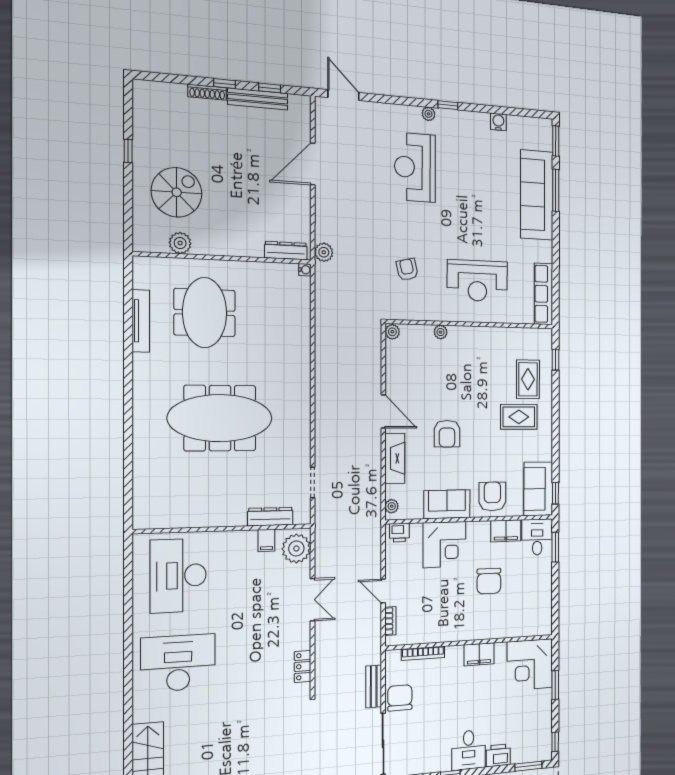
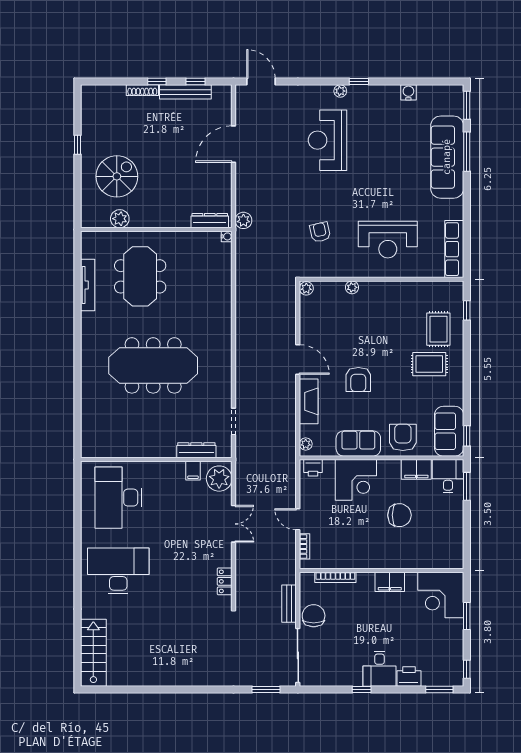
chair: (489, 581) -> (399, 515), turned -90

